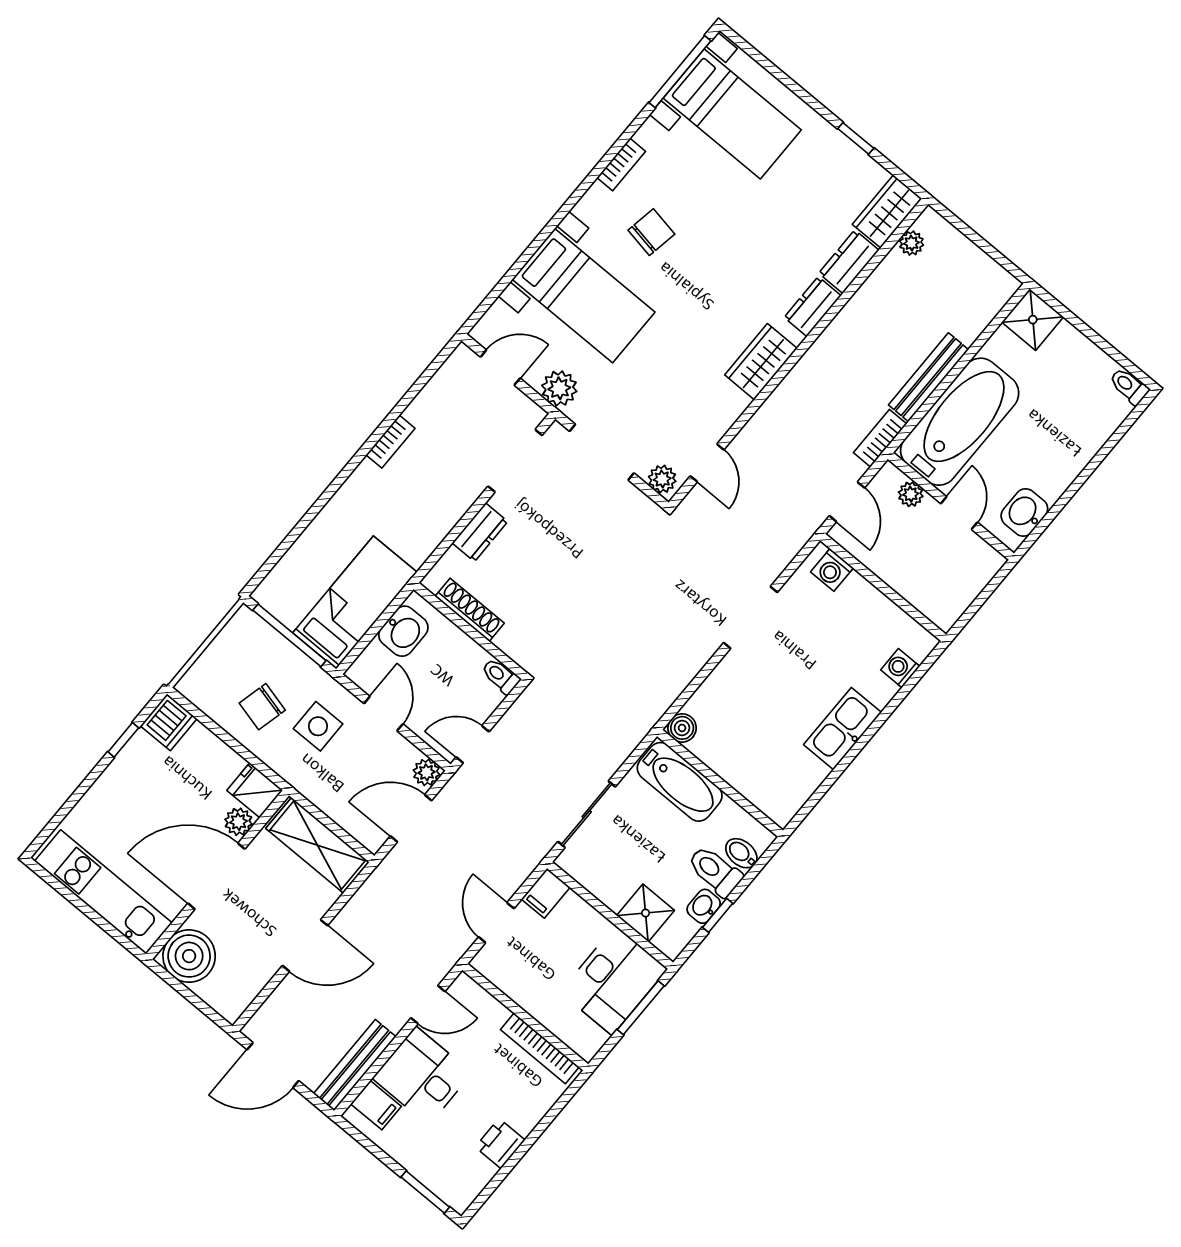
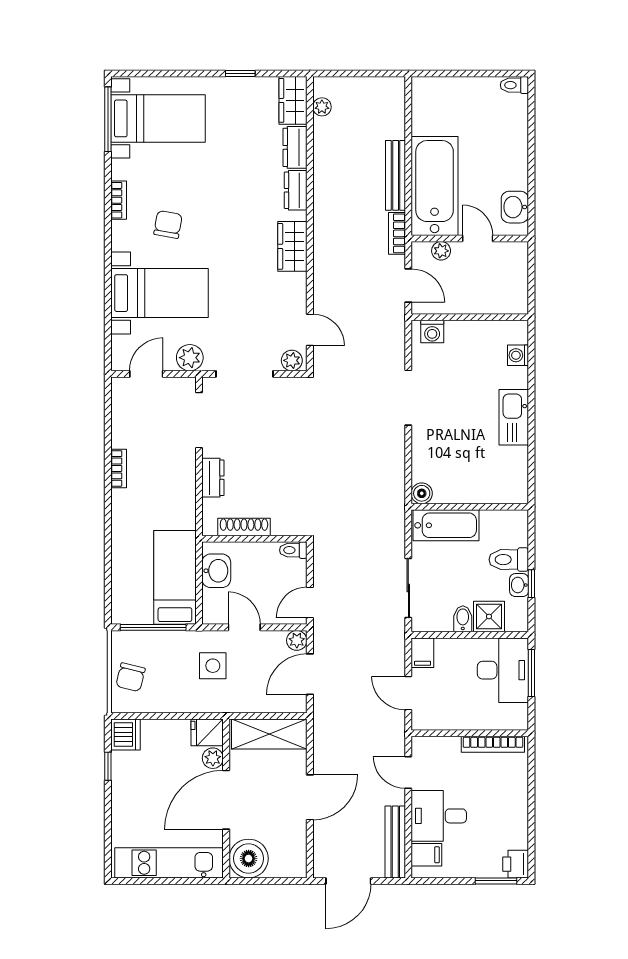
shower: (1033, 320) -> (428, 93), removed
chair: (262, 707) -> (131, 677), moved
bidet: (741, 853) -> (463, 619), moved, turned 90
door: (428, 1005) -> (408, 773), swing flipped
printer: (500, 1144) -> (516, 864), moved

